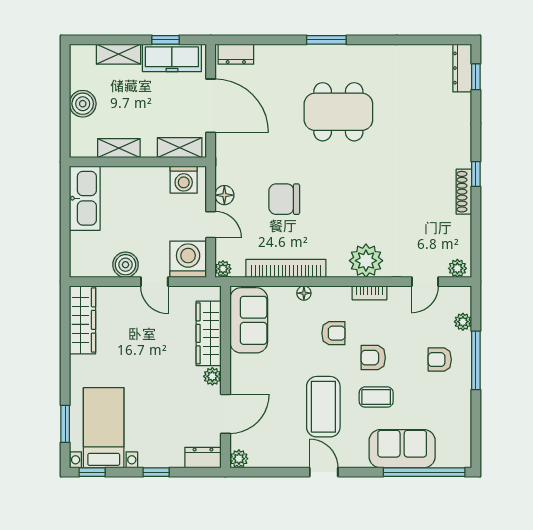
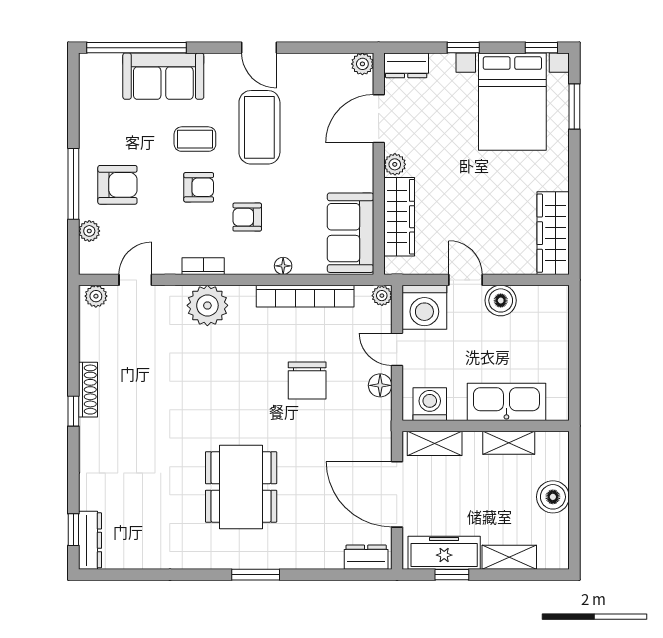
dining table: (338, 112) -> (241, 487), turned 90
kitchen sink: (85, 198) -> (506, 402), moved, turned 90
chair: (284, 199) -> (307, 380), turned 90
armchair: (440, 360) -> (117, 185), width x1.38, depth x1.38
bed with nightstands: (104, 428) -> (512, 102), width x1.36

